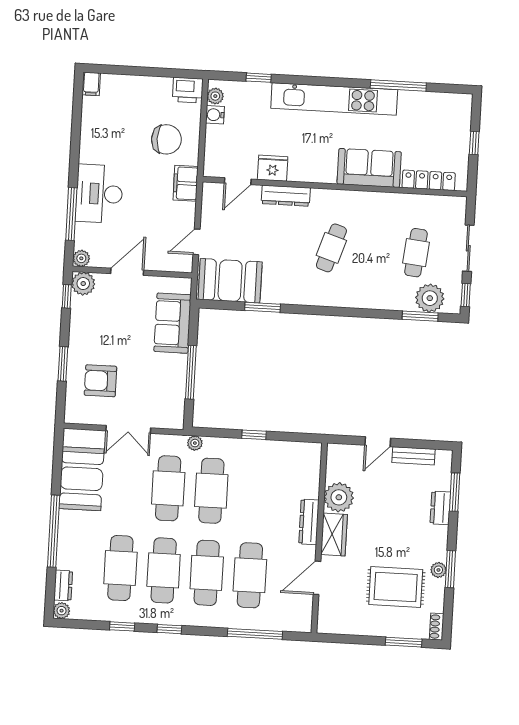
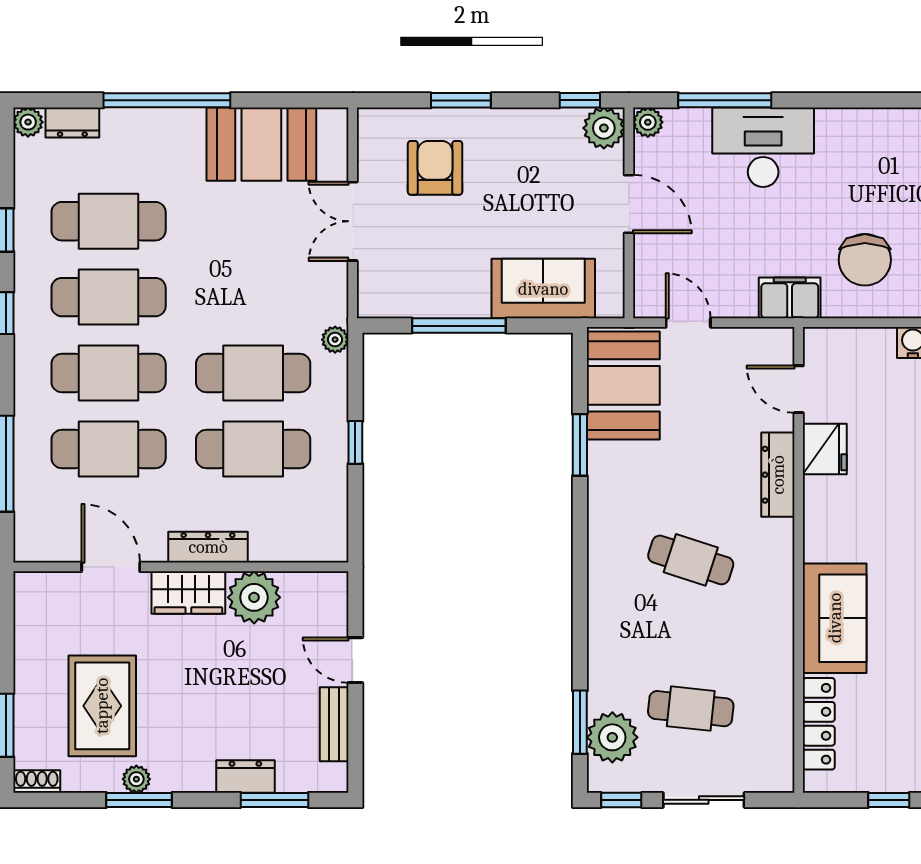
cafe table: (168, 488) -> (253, 449), moved

